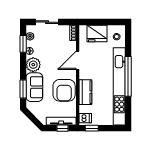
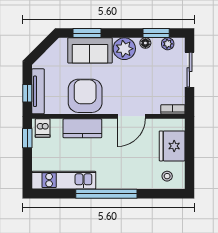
door: (78, 60) -> (131, 116), swing flipped
kitchen unit: (119, 86) -> (64, 180), width x0.54
armchair: (64, 90) -> (85, 96), turned 90

